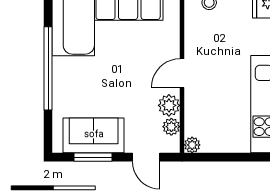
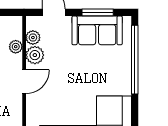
window: (48, 68) -> (135, 60), moved
plant: (192, 145) -> (16, 47), moved

